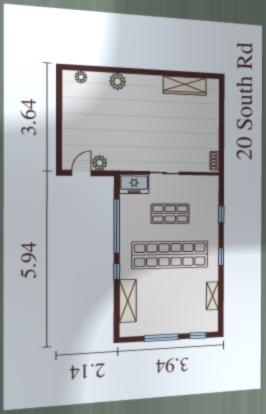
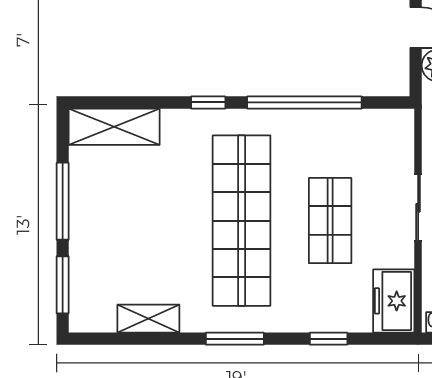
freezer: (134, 184) -> (394, 301), moved
window: (221, 257) -> (235, 339), width x1.50
shelving: (128, 301) -> (114, 127), moved
window: (198, 335) -> (63, 285), width x1.50

